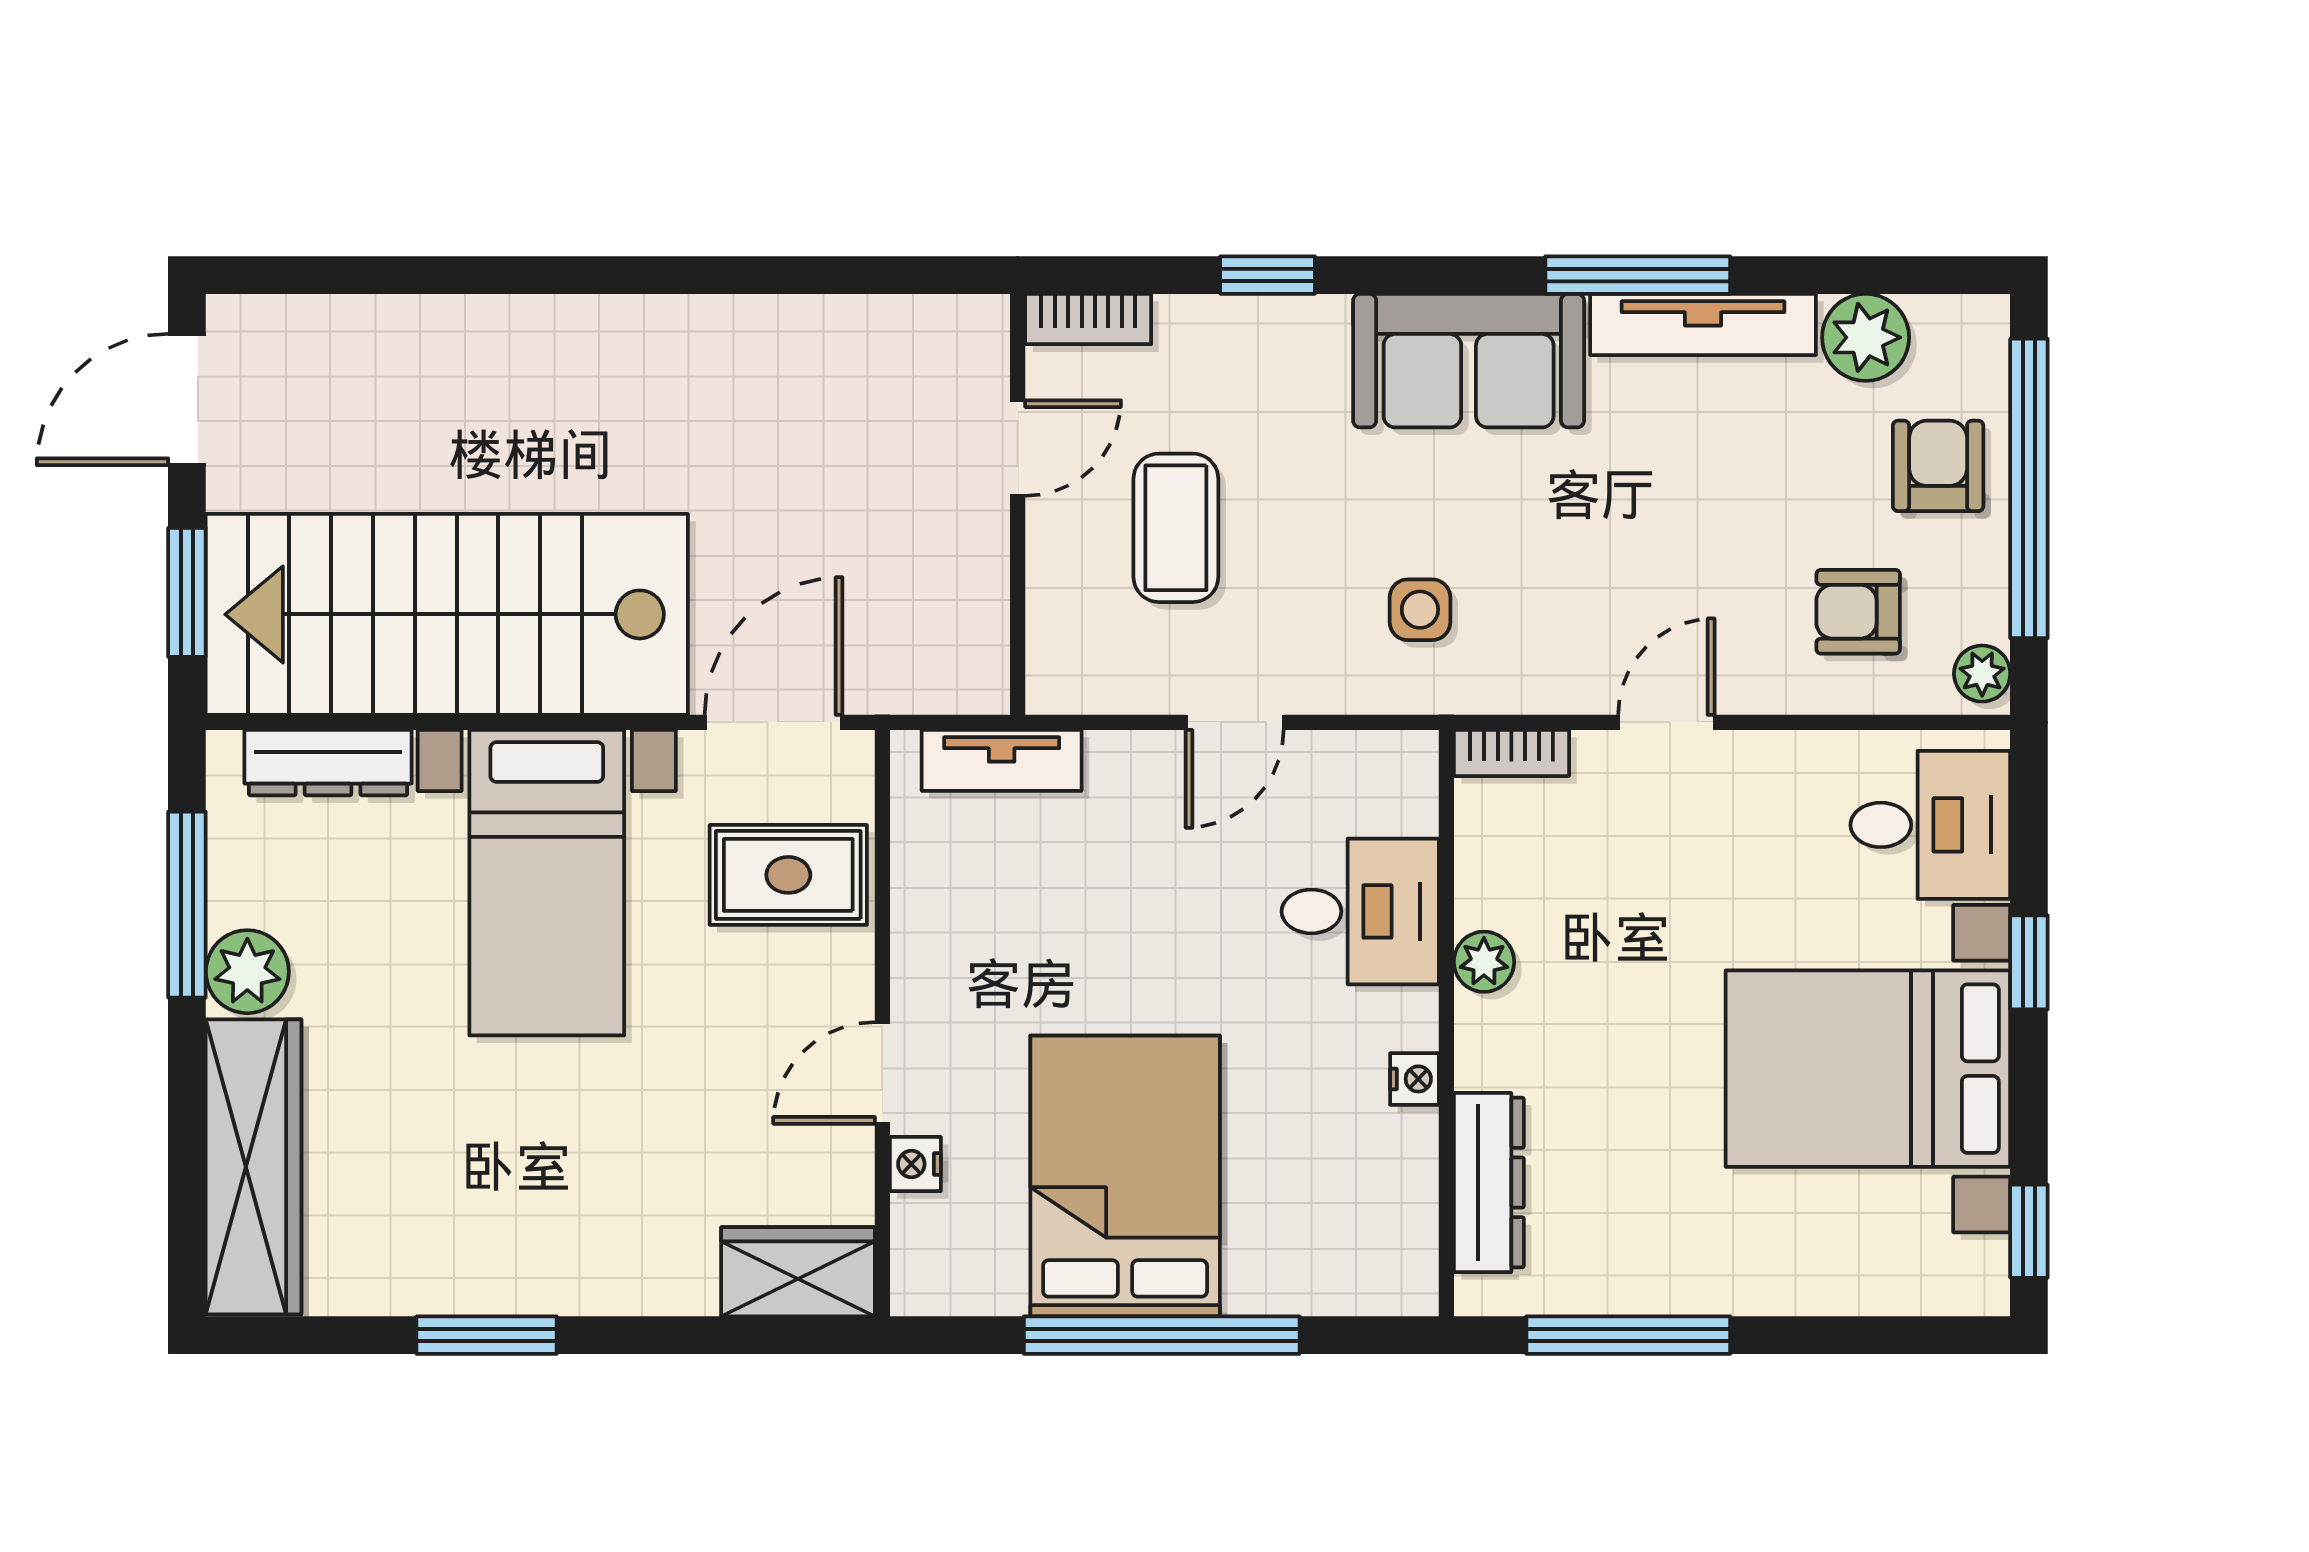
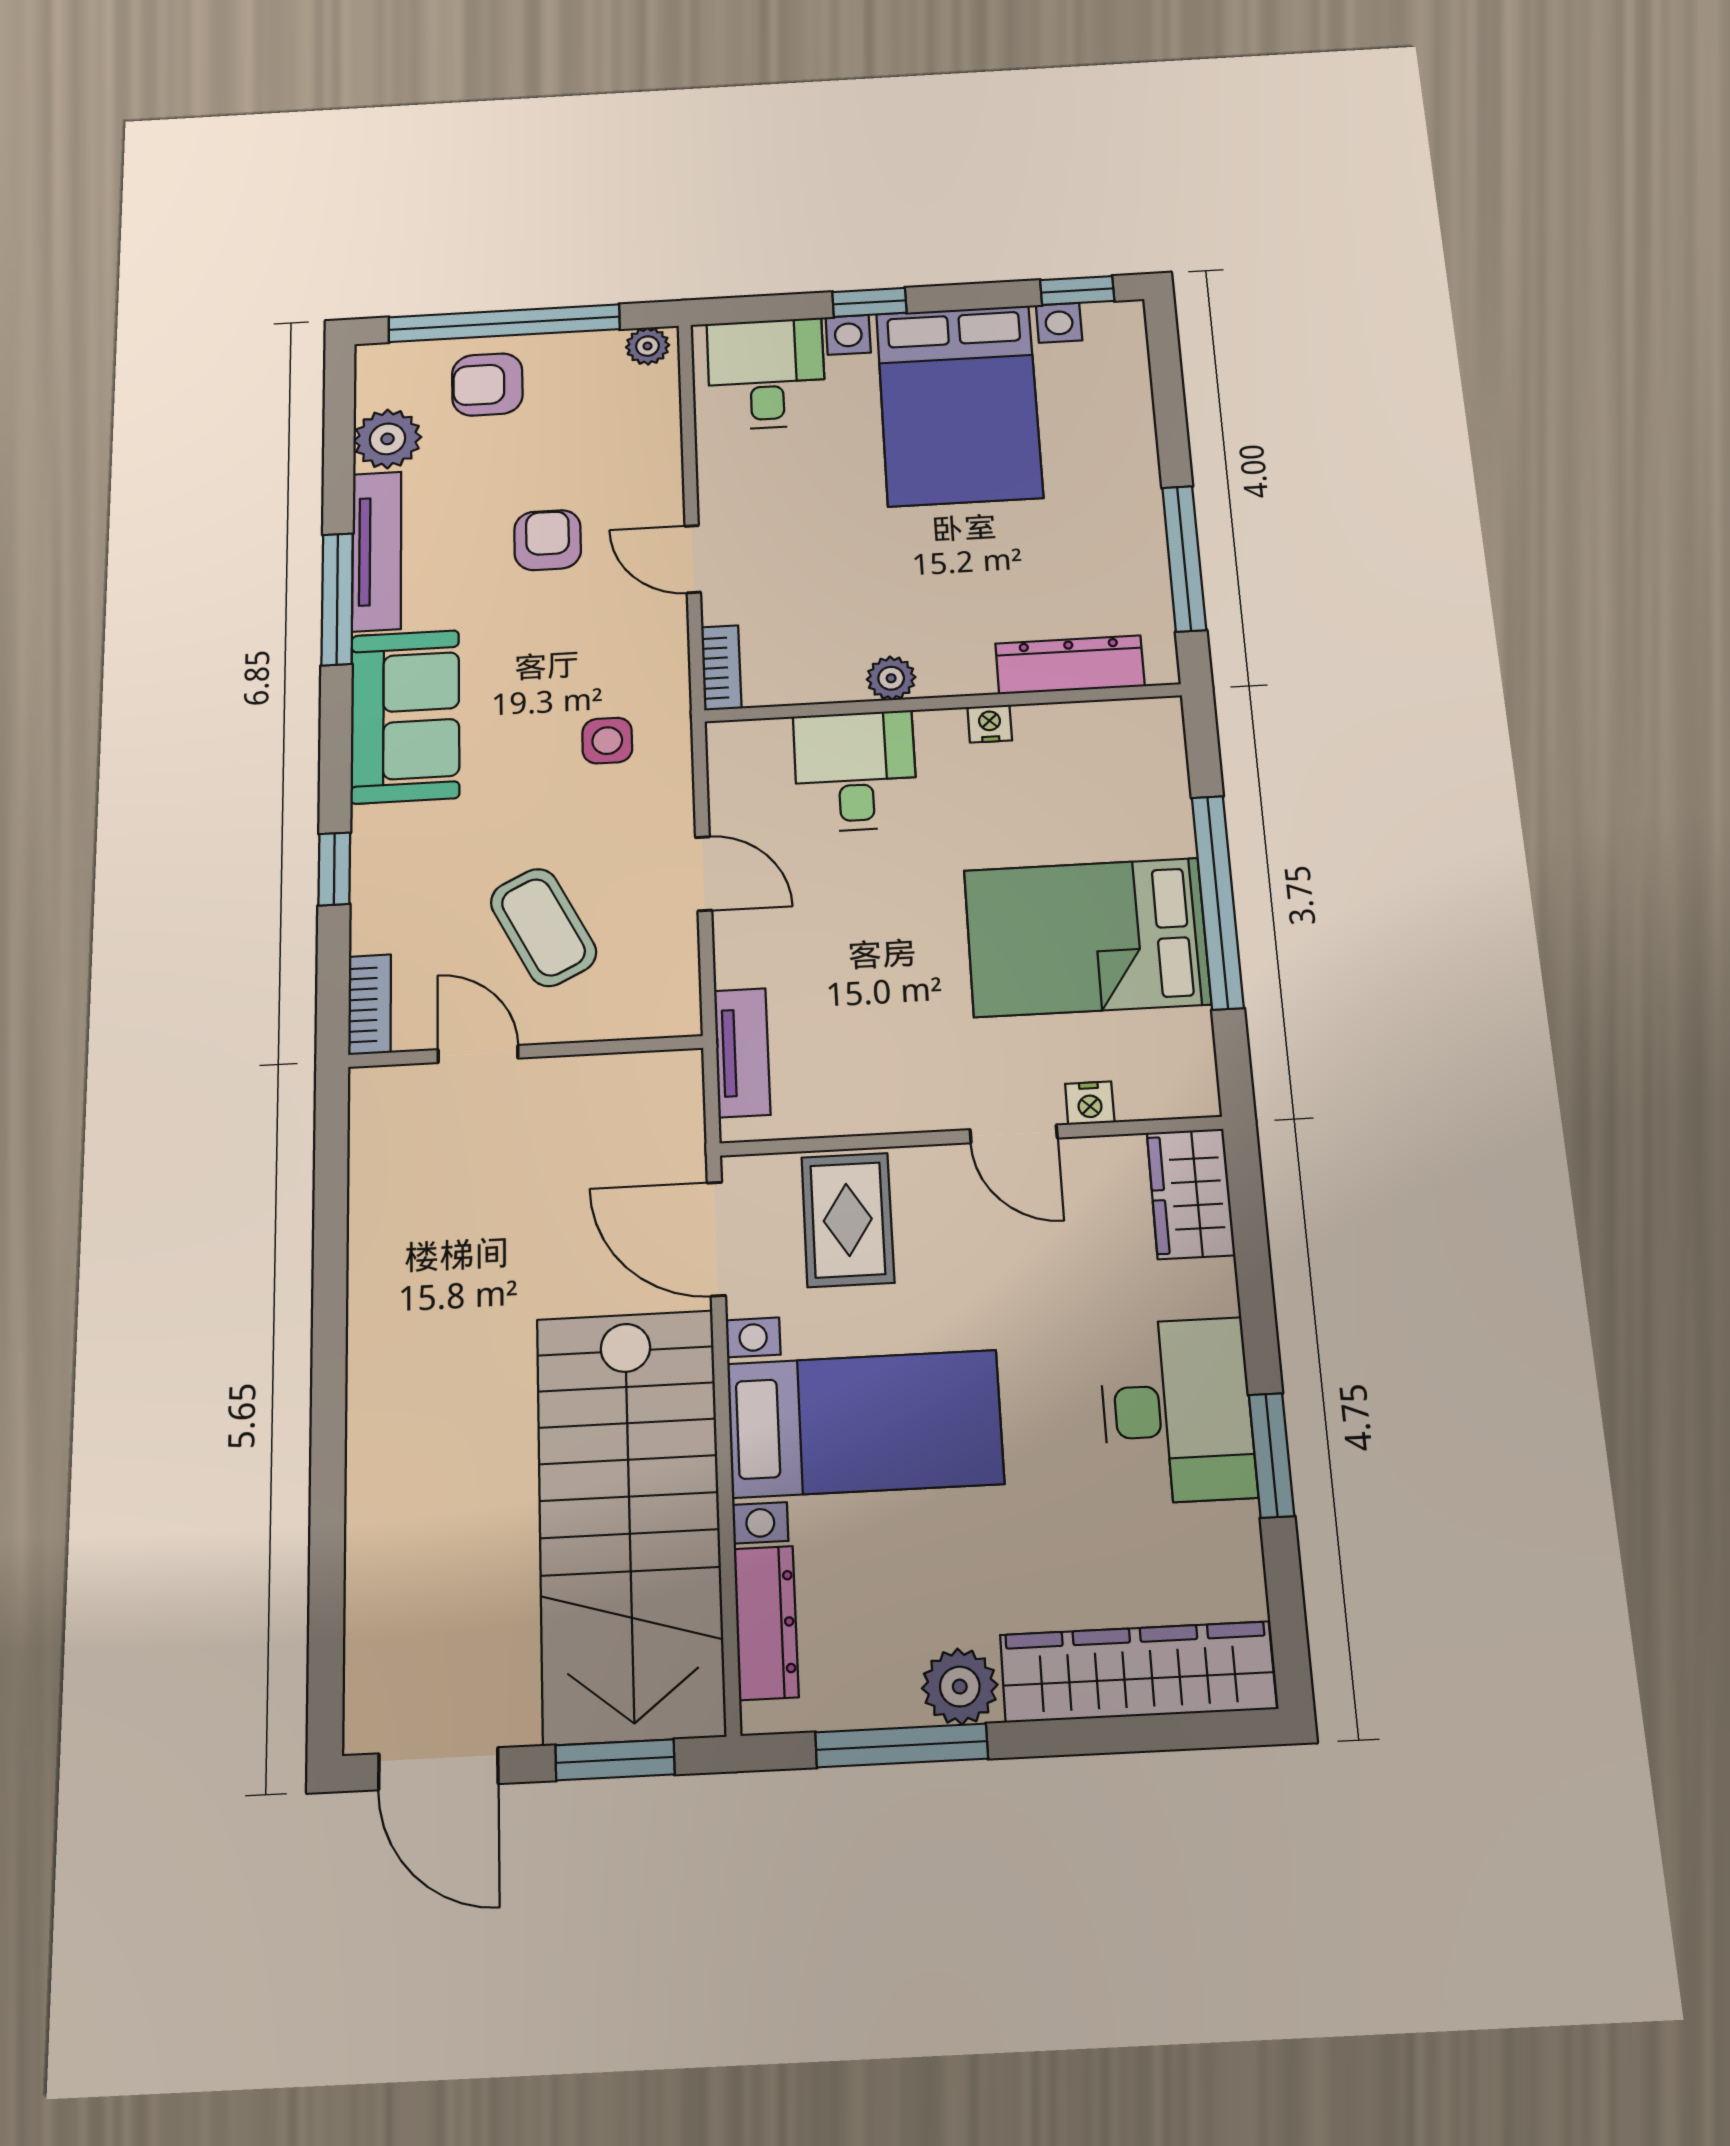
coffee table: (1176, 528) -> (543, 927), turned 63
armchair: (1858, 612) -> (548, 540), moved, turned 180
desk: (543, 1234) -> (1177, 1410), added

